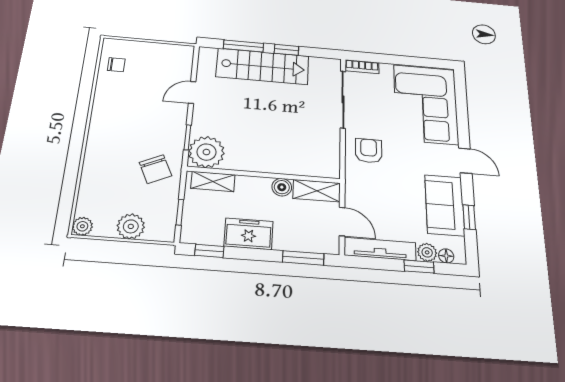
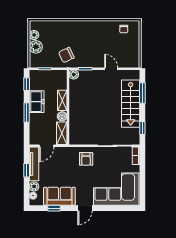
window: (286, 50) -> (142, 128), moved
armchair: (369, 151) -> (86, 159), turned 90
plant: (206, 152) -> (74, 75), width x0.53, depth x0.53
shelving: (213, 181) -> (62, 100), moved
plant: (82, 226) -> (34, 35), moved
window: (303, 258) -> (27, 112), moved
window: (419, 267) -> (27, 170), moved

